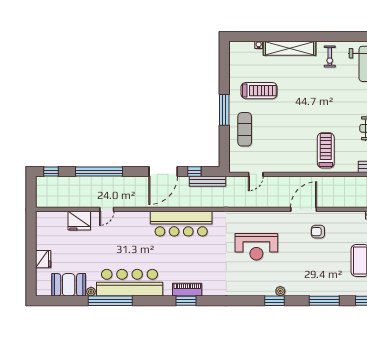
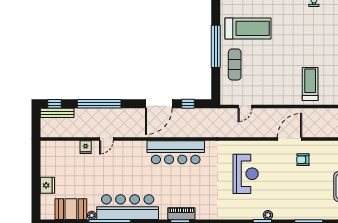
treadmill: (259, 91) -> (248, 28), width x1.37, depth x1.38
window: (224, 110) -> (216, 46), width x1.46
bench: (207, 181) -> (57, 113), moved
fridge: (79, 221) -> (86, 147), width x0.53, depth x0.75
reception desk: (256, 247) -> (246, 174), turned -90

